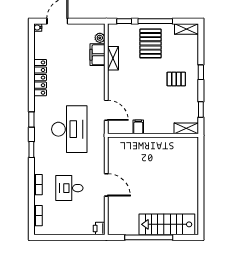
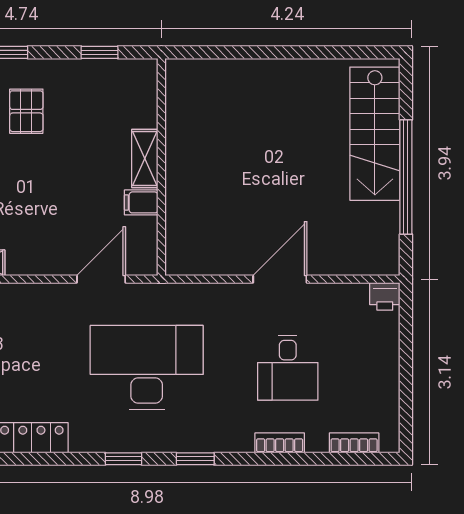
shelving: (186, 128) -> (145, 158), moved

